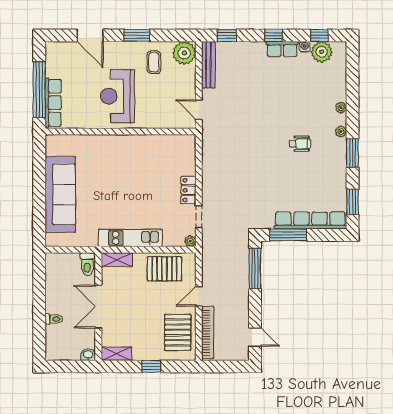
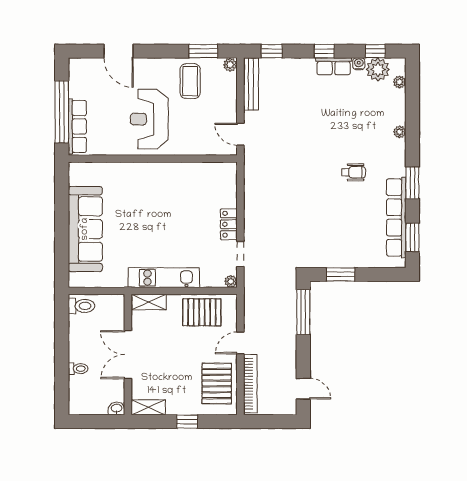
window: (137, 35) -> (203, 51), moved
plant: (184, 53) -> (230, 65), width x0.53, depth x0.53
coffee table: (154, 62) -> (190, 81), width x1.36, depth x1.30
plant: (341, 132) -> (399, 82), moved
row of seats: (310, 220) -> (396, 217), moved, turned -90
window: (288, 235) -> (341, 274), width x0.69
toilet: (87, 264) -> (81, 306), moved, turned -90

